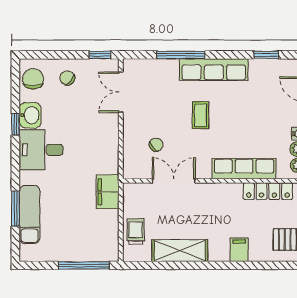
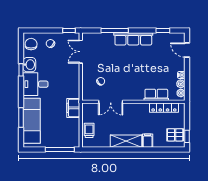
coffee table: (201, 115) -> (126, 65), removed
row of seats: (244, 169) -> (156, 95), width x0.68
double door: (174, 181) -> (111, 102), swing flipped
exam couch: (30, 214) -> (32, 121), width x1.36, depth x1.45
shelving: (180, 251) -> (126, 141), moved

